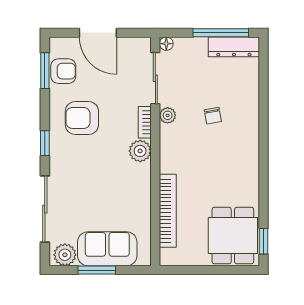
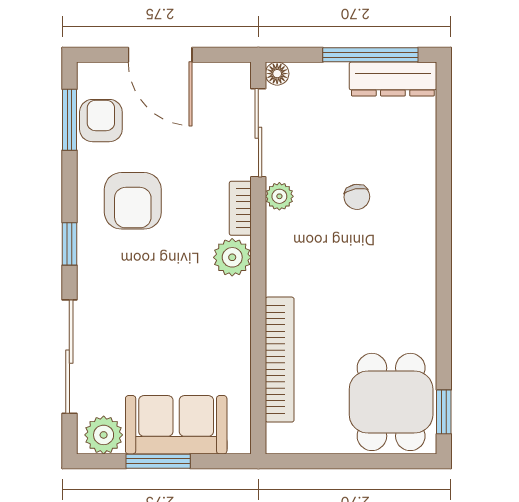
armchair: (63, 71) -> (101, 121), turned -90
armchair: (82, 118) -> (133, 201), turned -90

